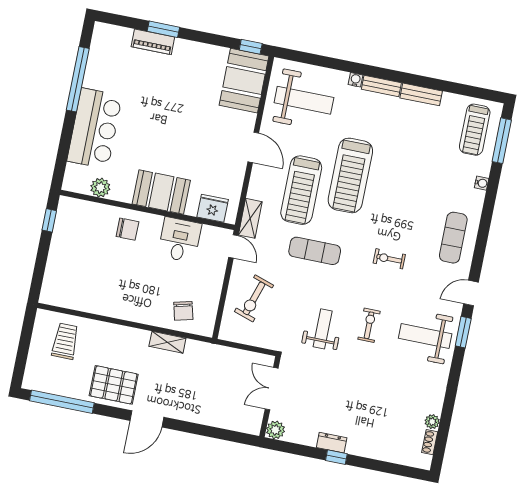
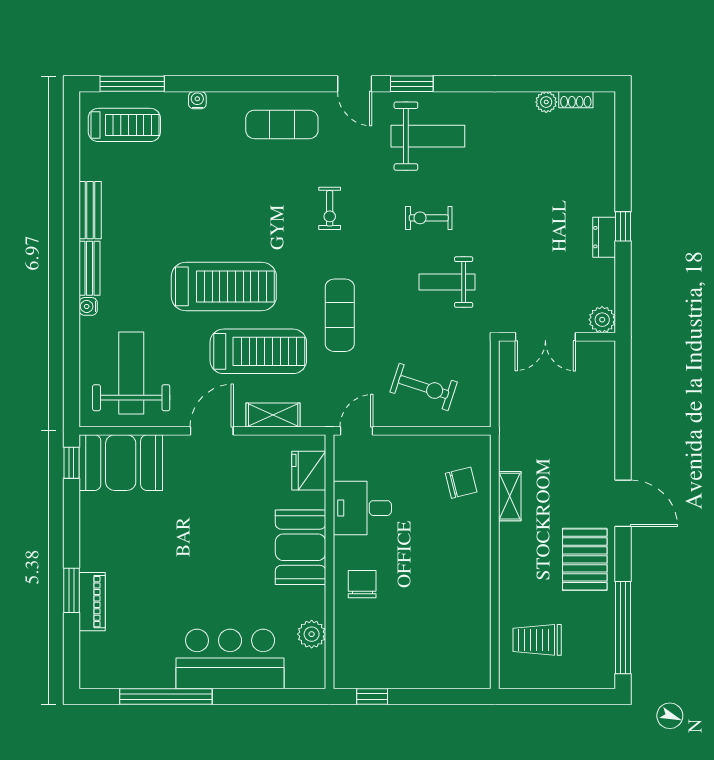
shelving: (250, 218) -> (273, 415), moved
weight bench: (425, 336) -> (428, 136), turned -90

